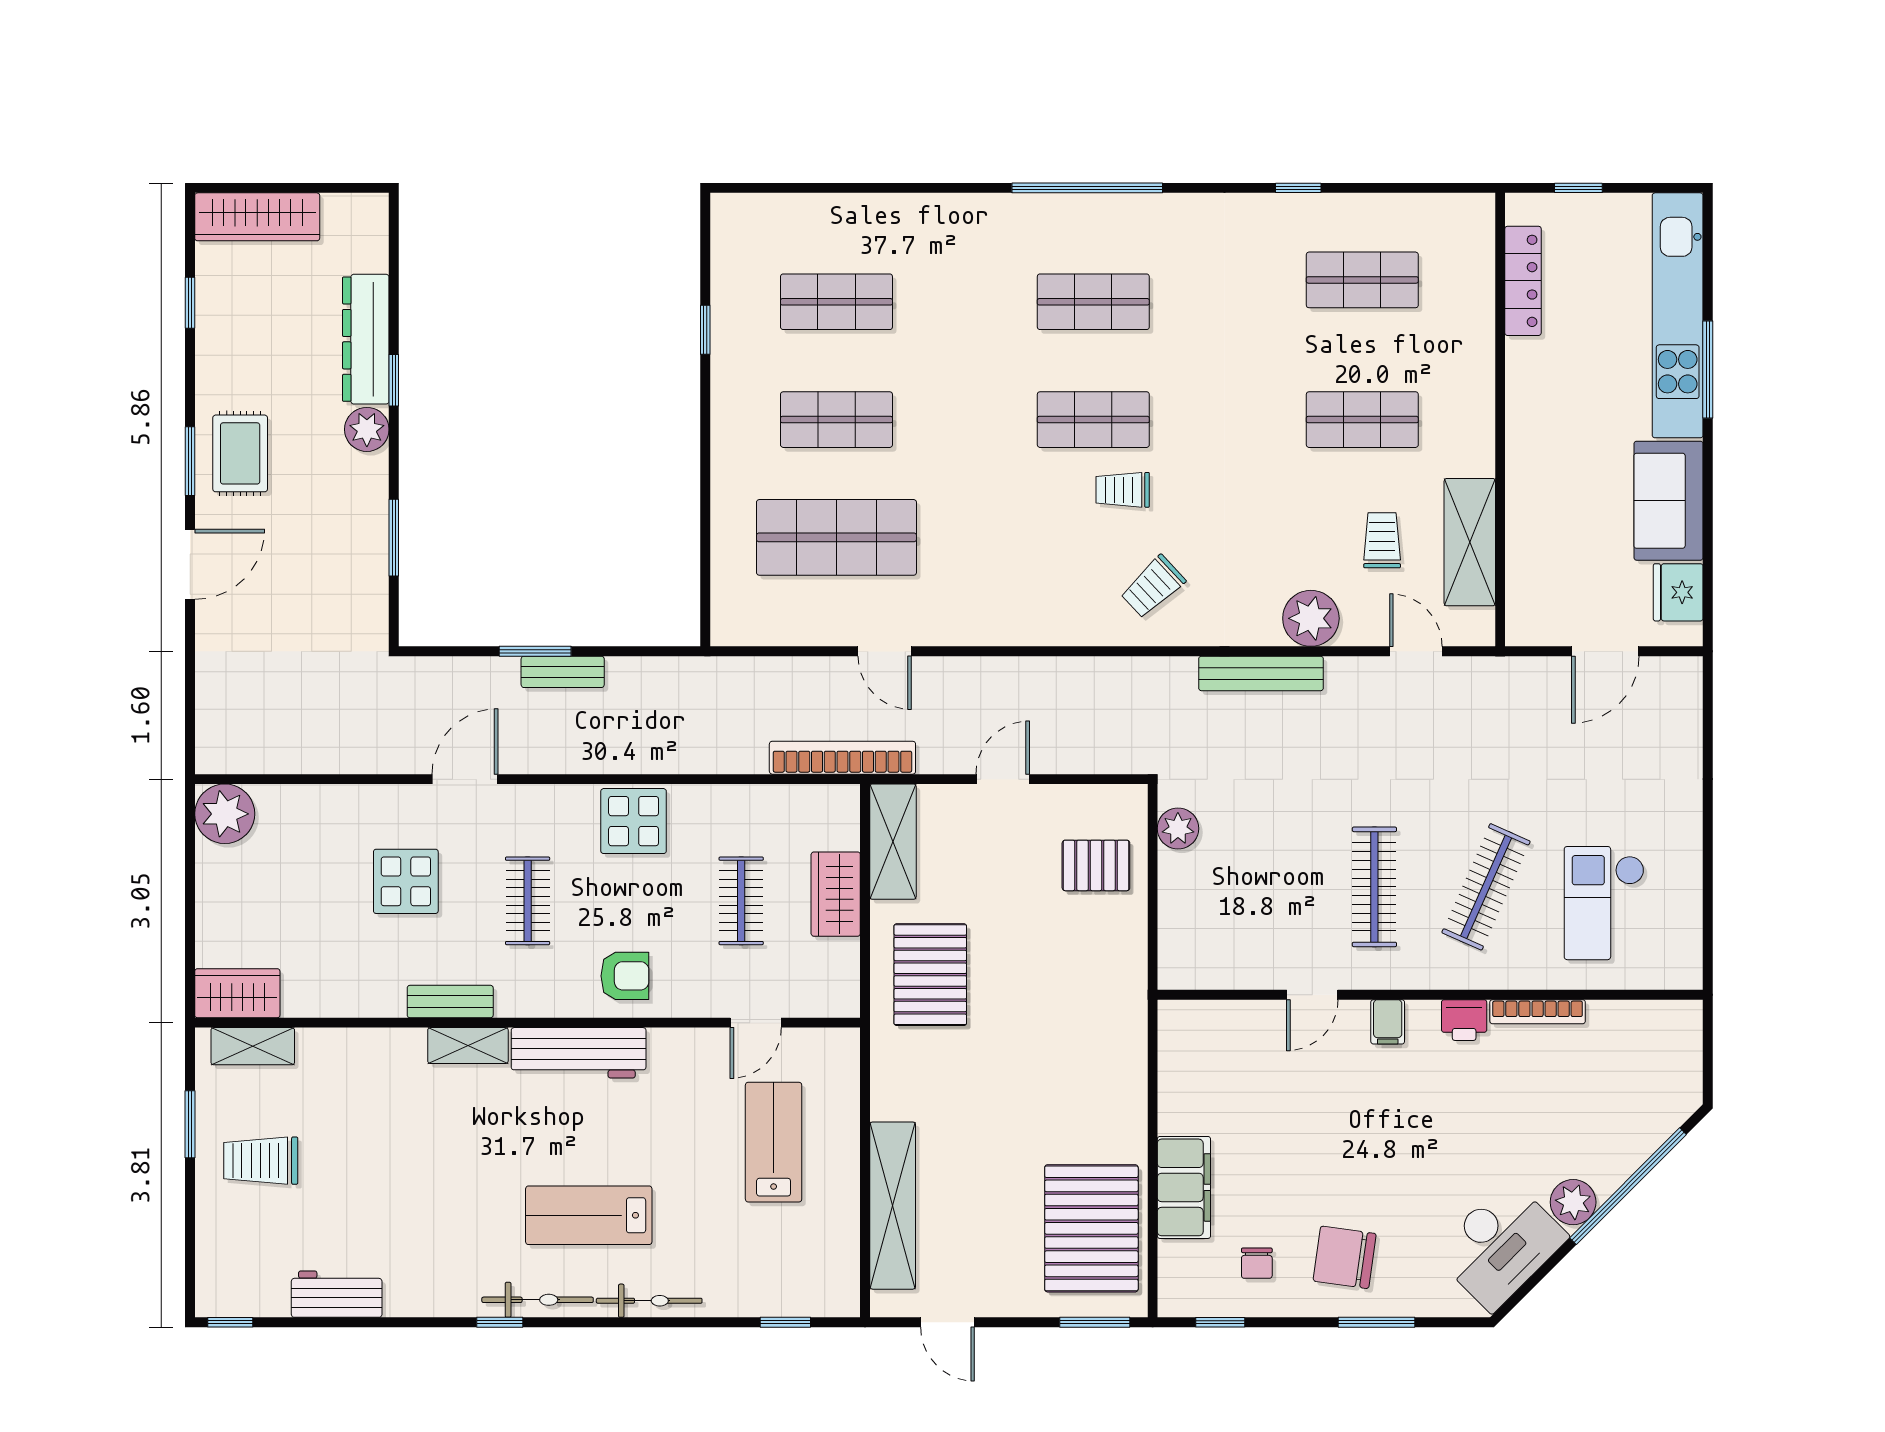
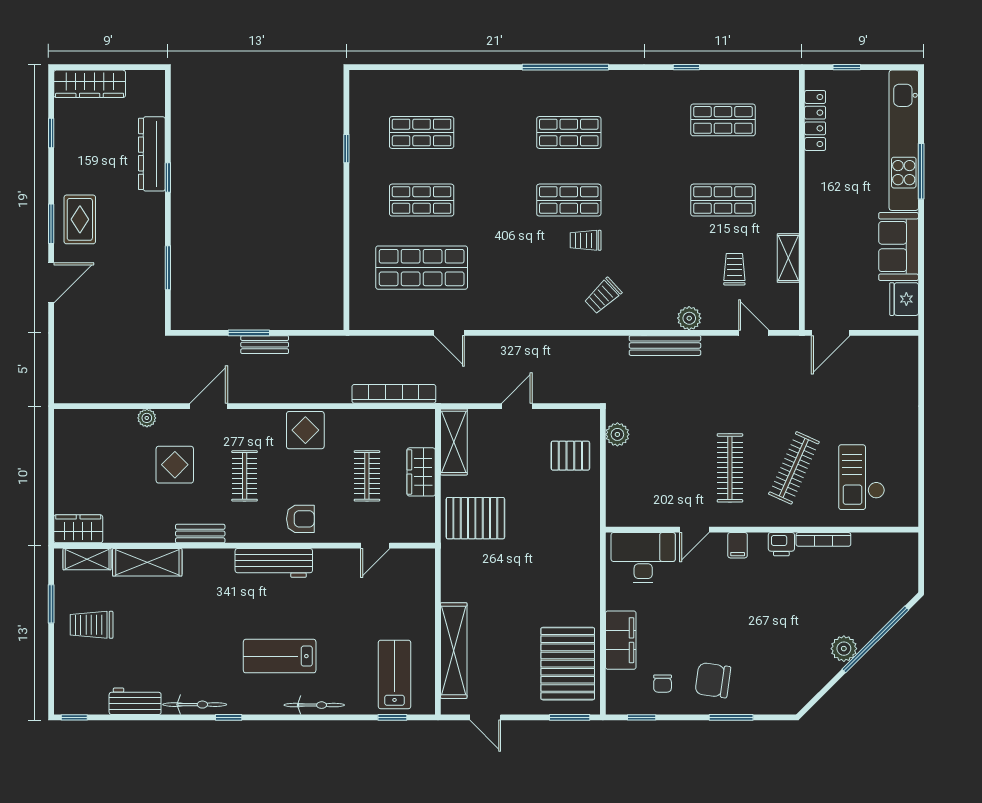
plant: (367, 429) -> (152, 206), removed
shelving: (1470, 542) -> (788, 258), width x0.67, depth x0.75
plant: (1311, 618) -> (689, 318), width x0.73, depth x0.73
door: (1605, 651) -> (831, 333), moved
bookcase: (842, 758) -> (394, 394), moved
plant: (225, 814) -> (147, 418), moved, width x0.53, depth x0.53
pallet: (930, 975) -> (475, 518), turned 90
shelving: (468, 1046) -> (147, 562), moved, width x1.50, depth x1.33
lab bench: (774, 1142) -> (394, 674), moved
desk: (1500, 1245) -> (643, 558), moved, turned -135
bicycle: (538, 1300) -> (195, 705), moved

